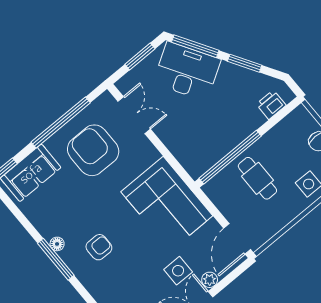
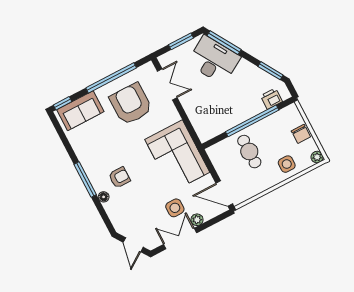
window: (245, 63) -> (271, 71), moved
window: (230, 157) -> (252, 121), moved
door: (237, 239) -> (224, 194), hinge flipped
floor lamp: (57, 244) -> (104, 197), moved

